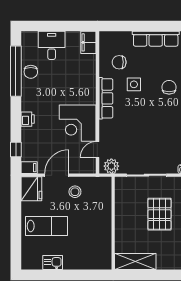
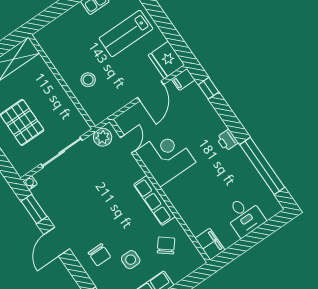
chair: (119, 62) -> (166, 245), turned -51
chair: (31, 72) -> (247, 176), removed
side table: (134, 84) -> (131, 260), moved
printer: (28, 119) -> (227, 140), moved
stool: (75, 192) -> (88, 80), moved

